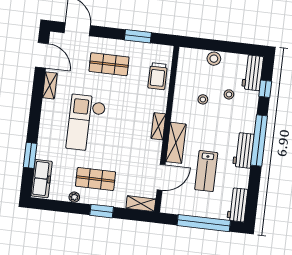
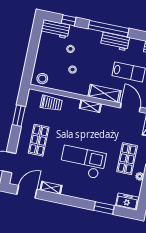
stool: (214, 59) -> (42, 79), moved
checkout: (86, 123) -> (83, 162), turned 180
freezer: (42, 179) -> (127, 202), width x0.71

